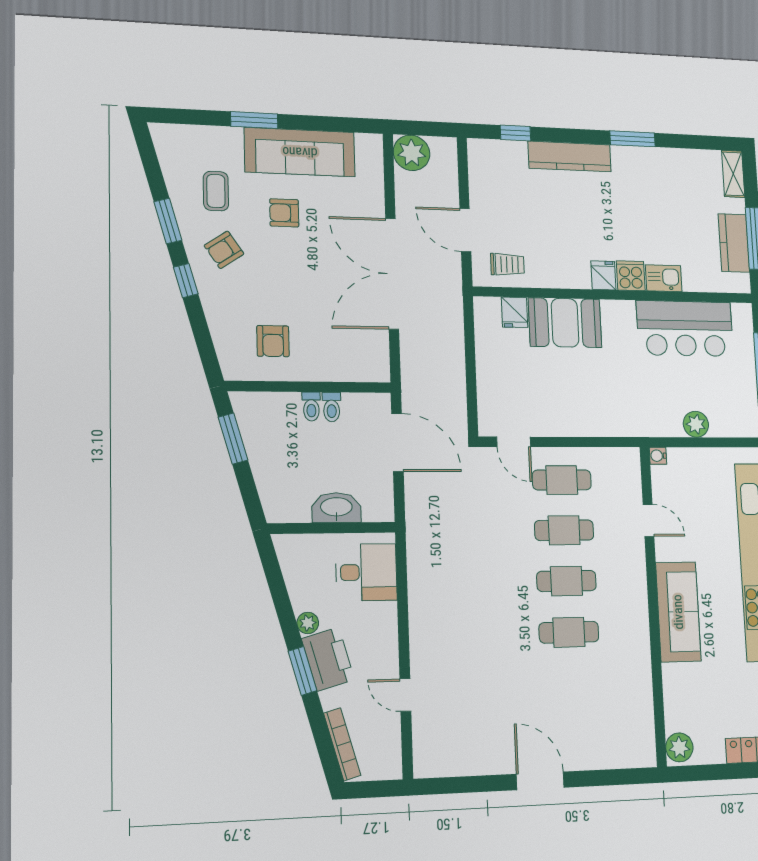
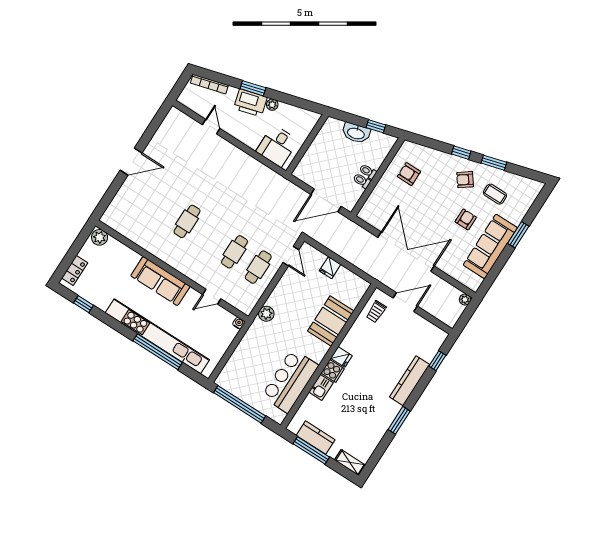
plant: (412, 153) -> (465, 300), width x0.53, depth x0.53
armchair: (224, 250) -> (465, 180), turned -93
fridge: (514, 312) -> (330, 268), moved, turned -90
plant: (696, 424) -> (266, 314), moved
window: (233, 439) -> (376, 126), width x0.67
door: (514, 442) -> (291, 256), swing flipped
washbasin: (336, 508) -> (356, 133), moved, turned 74
cafe table: (566, 581) -> (211, 237), removed
door: (405, 695) -> (211, 127), hinge flipped

